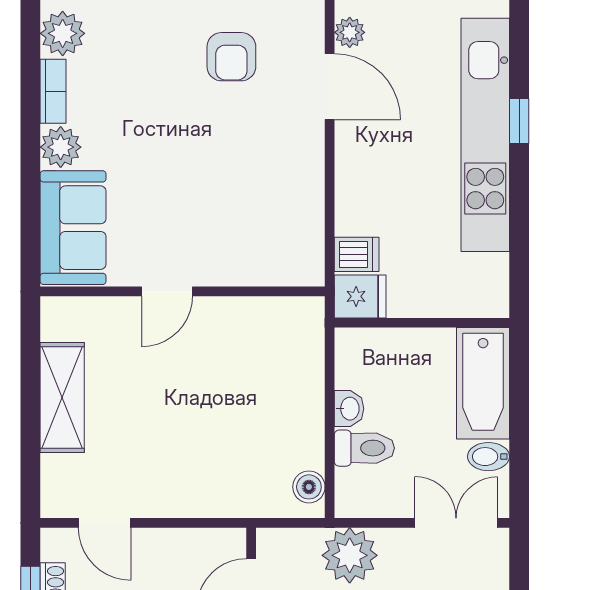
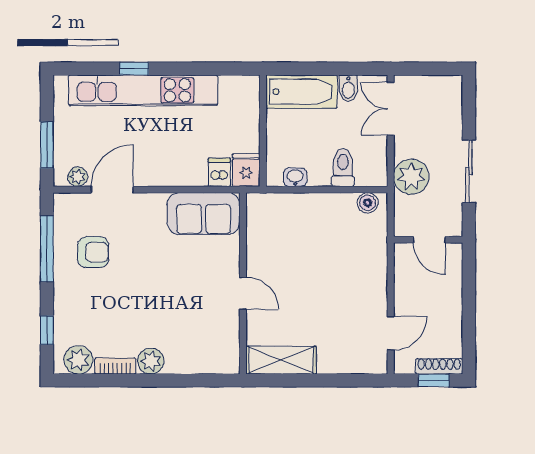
sofa: (73, 228) -> (204, 214), moved, turned 180
shelving: (62, 397) -> (281, 360), moved
washbasin: (349, 409) -> (295, 177), moved

